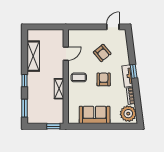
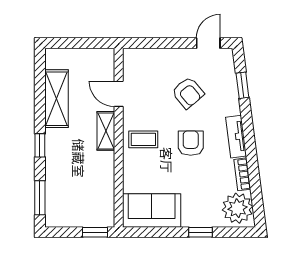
door: (66, 54) -> (119, 94), swing flipped
window: (134, 71) -> (242, 85), moved
shelving: (59, 89) -> (106, 131), moved
sofa: (95, 115) -> (152, 211), moved
window: (109, 126) -> (201, 232), added

